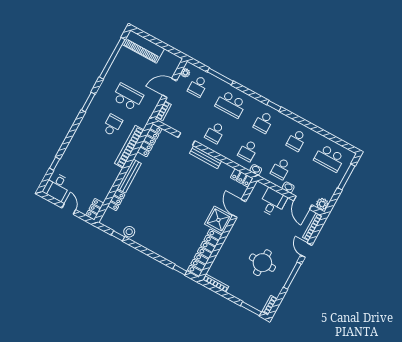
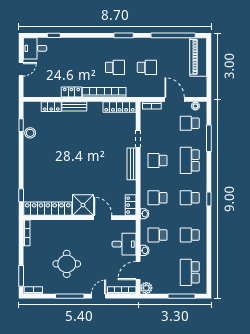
school desk: (128, 97) -> (147, 67), width x0.54
bench: (129, 176) -> (74, 106), width x0.73
door: (239, 208) -> (103, 218), hinge flipped
locker: (95, 209) -> (71, 92), moved

